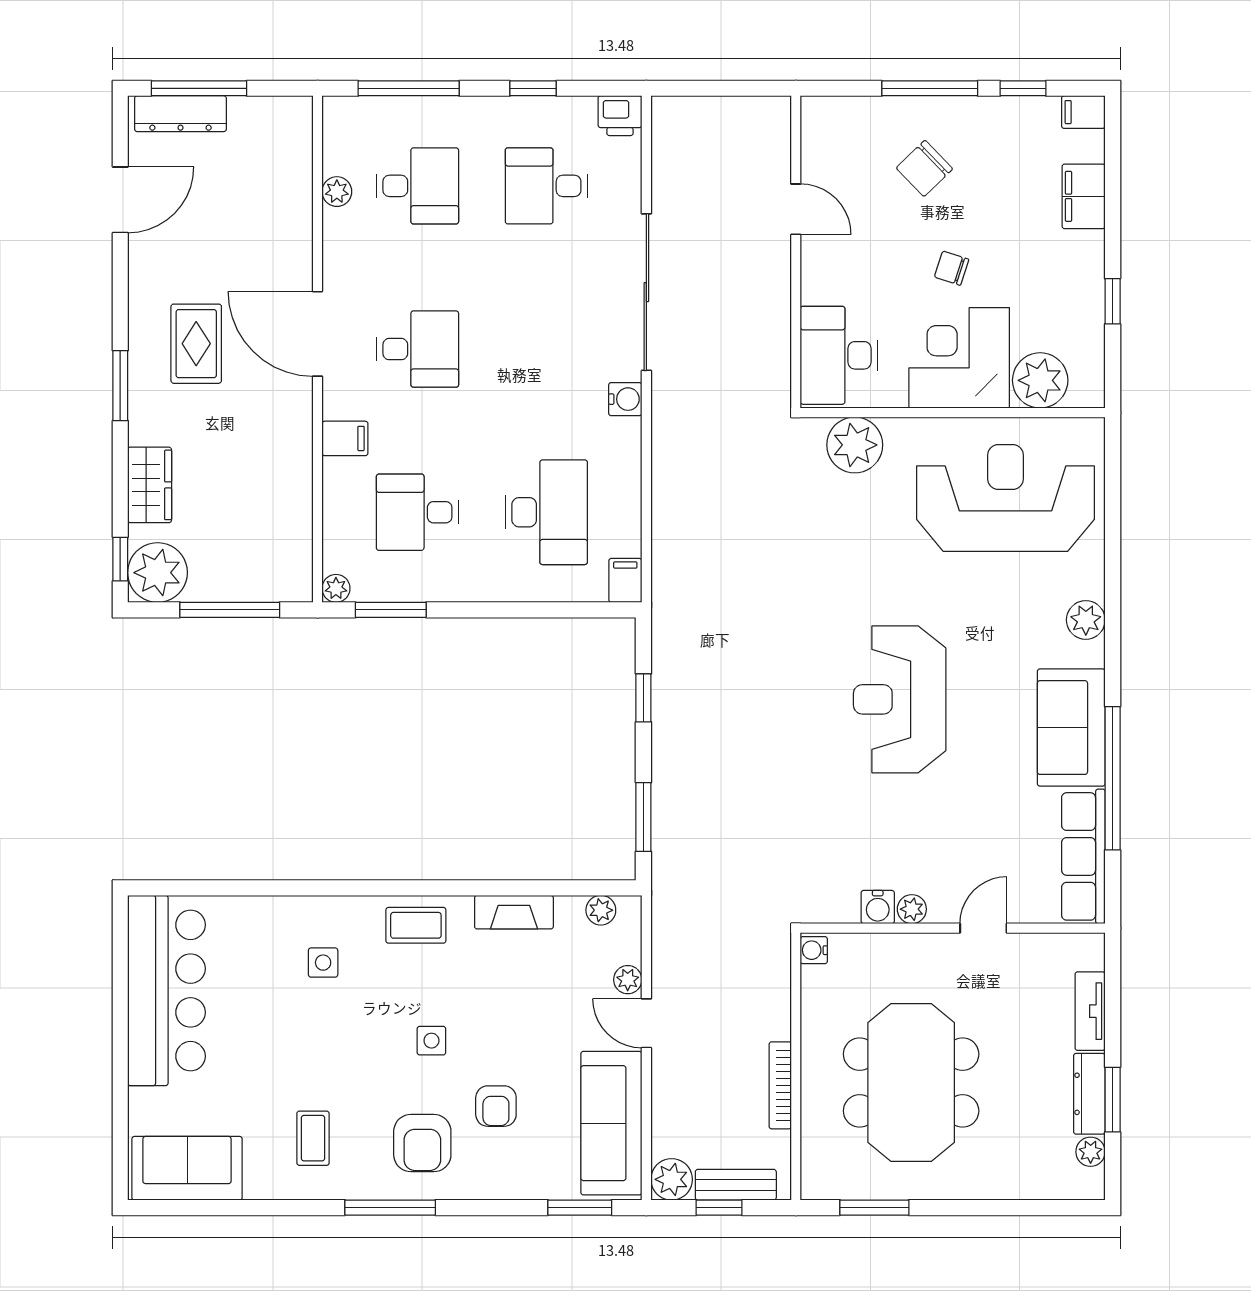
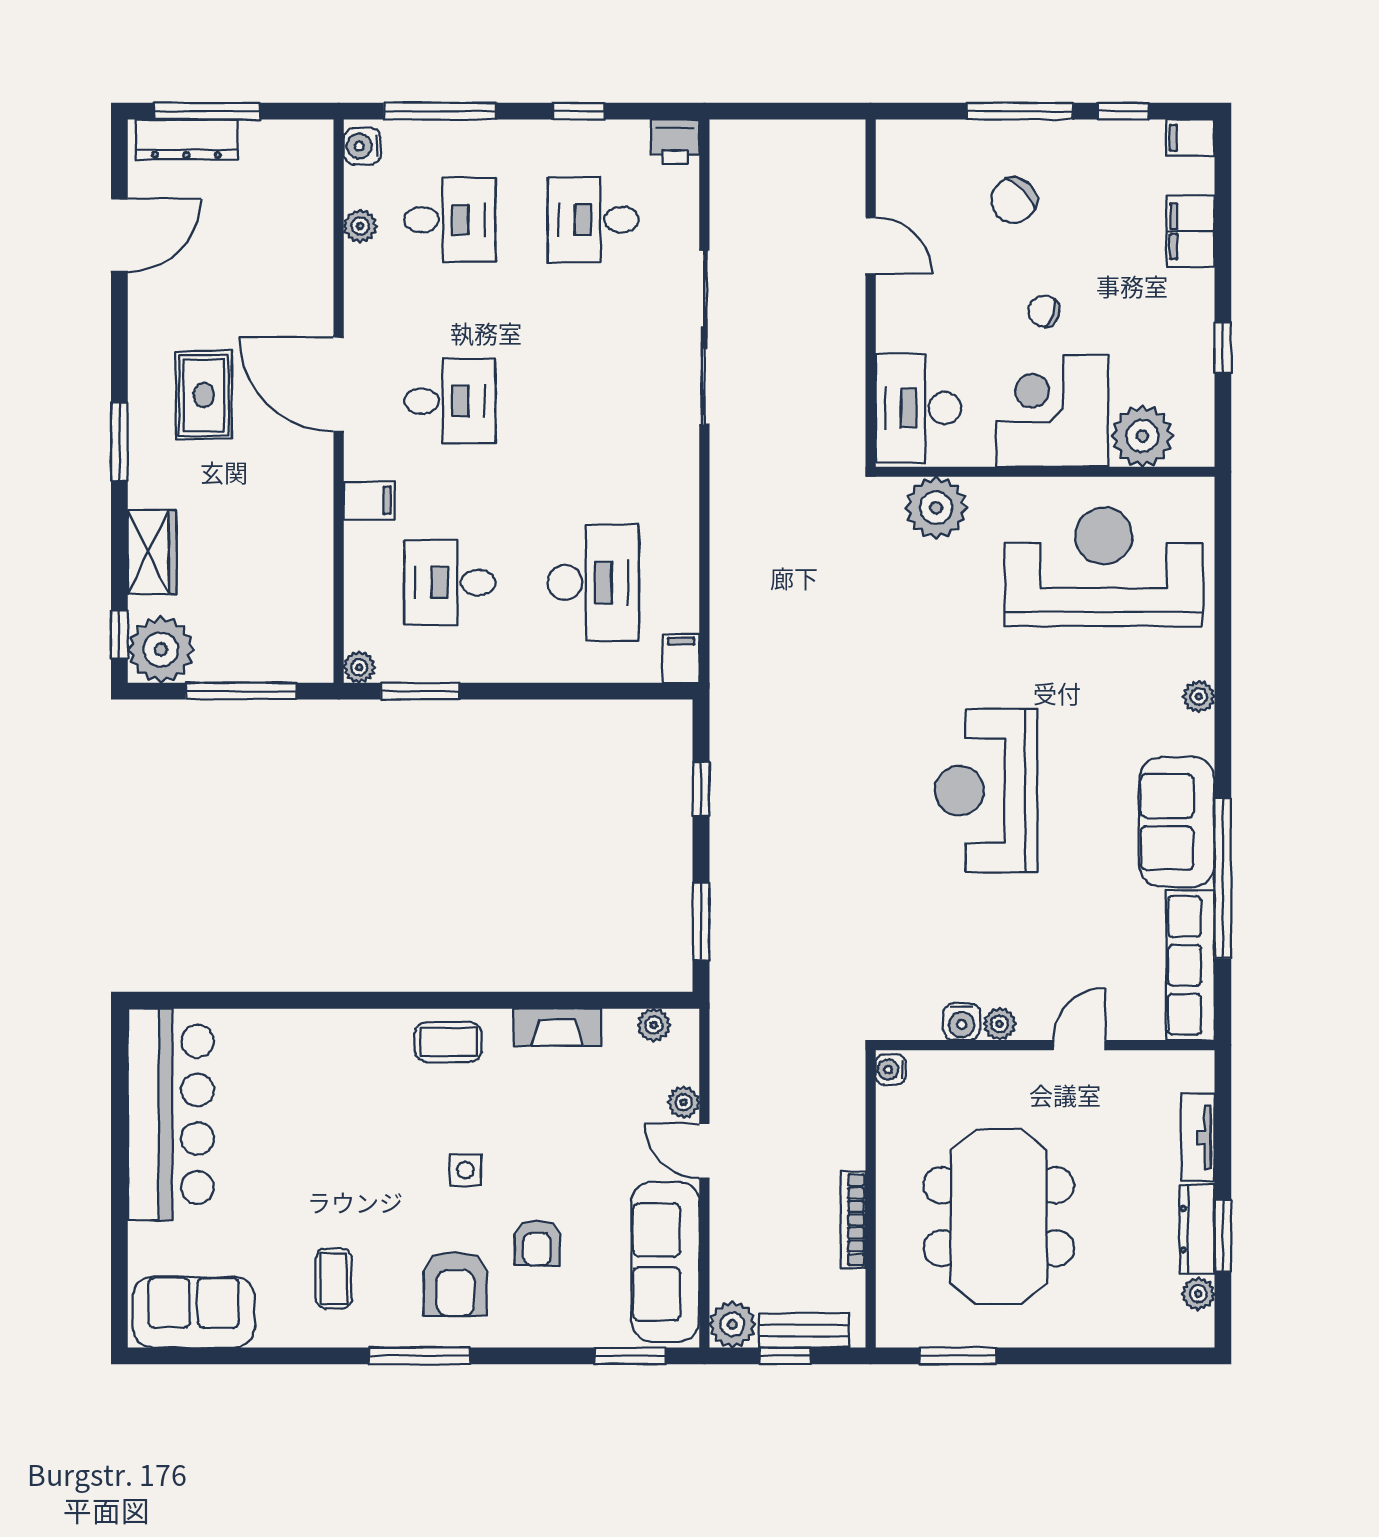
water cooler: (625, 399) -> (362, 146), moved, turned 180
plant: (1086, 620) -> (1199, 696), width x0.73, depth x0.73
side table: (323, 963) -> (345, 1083), removed

